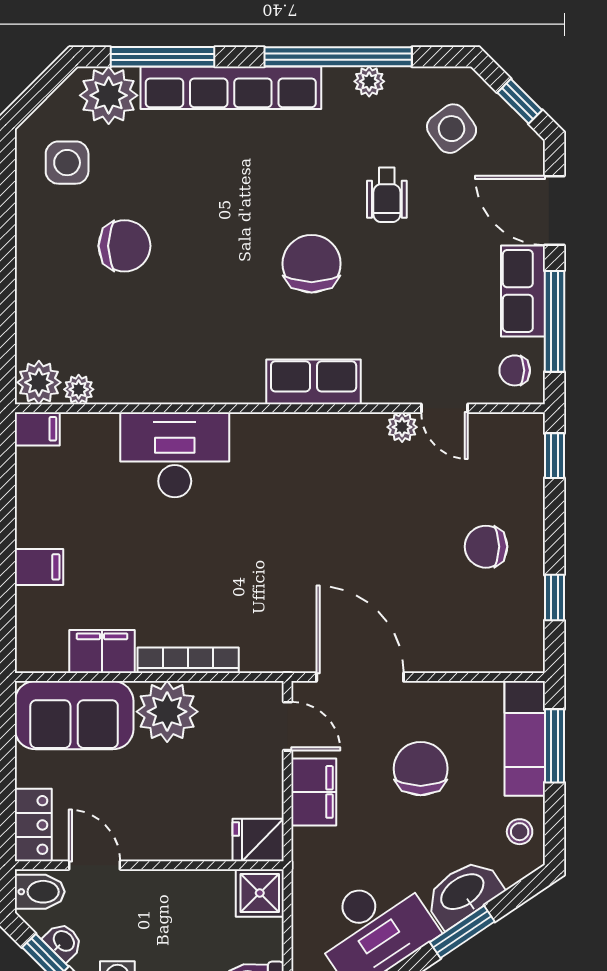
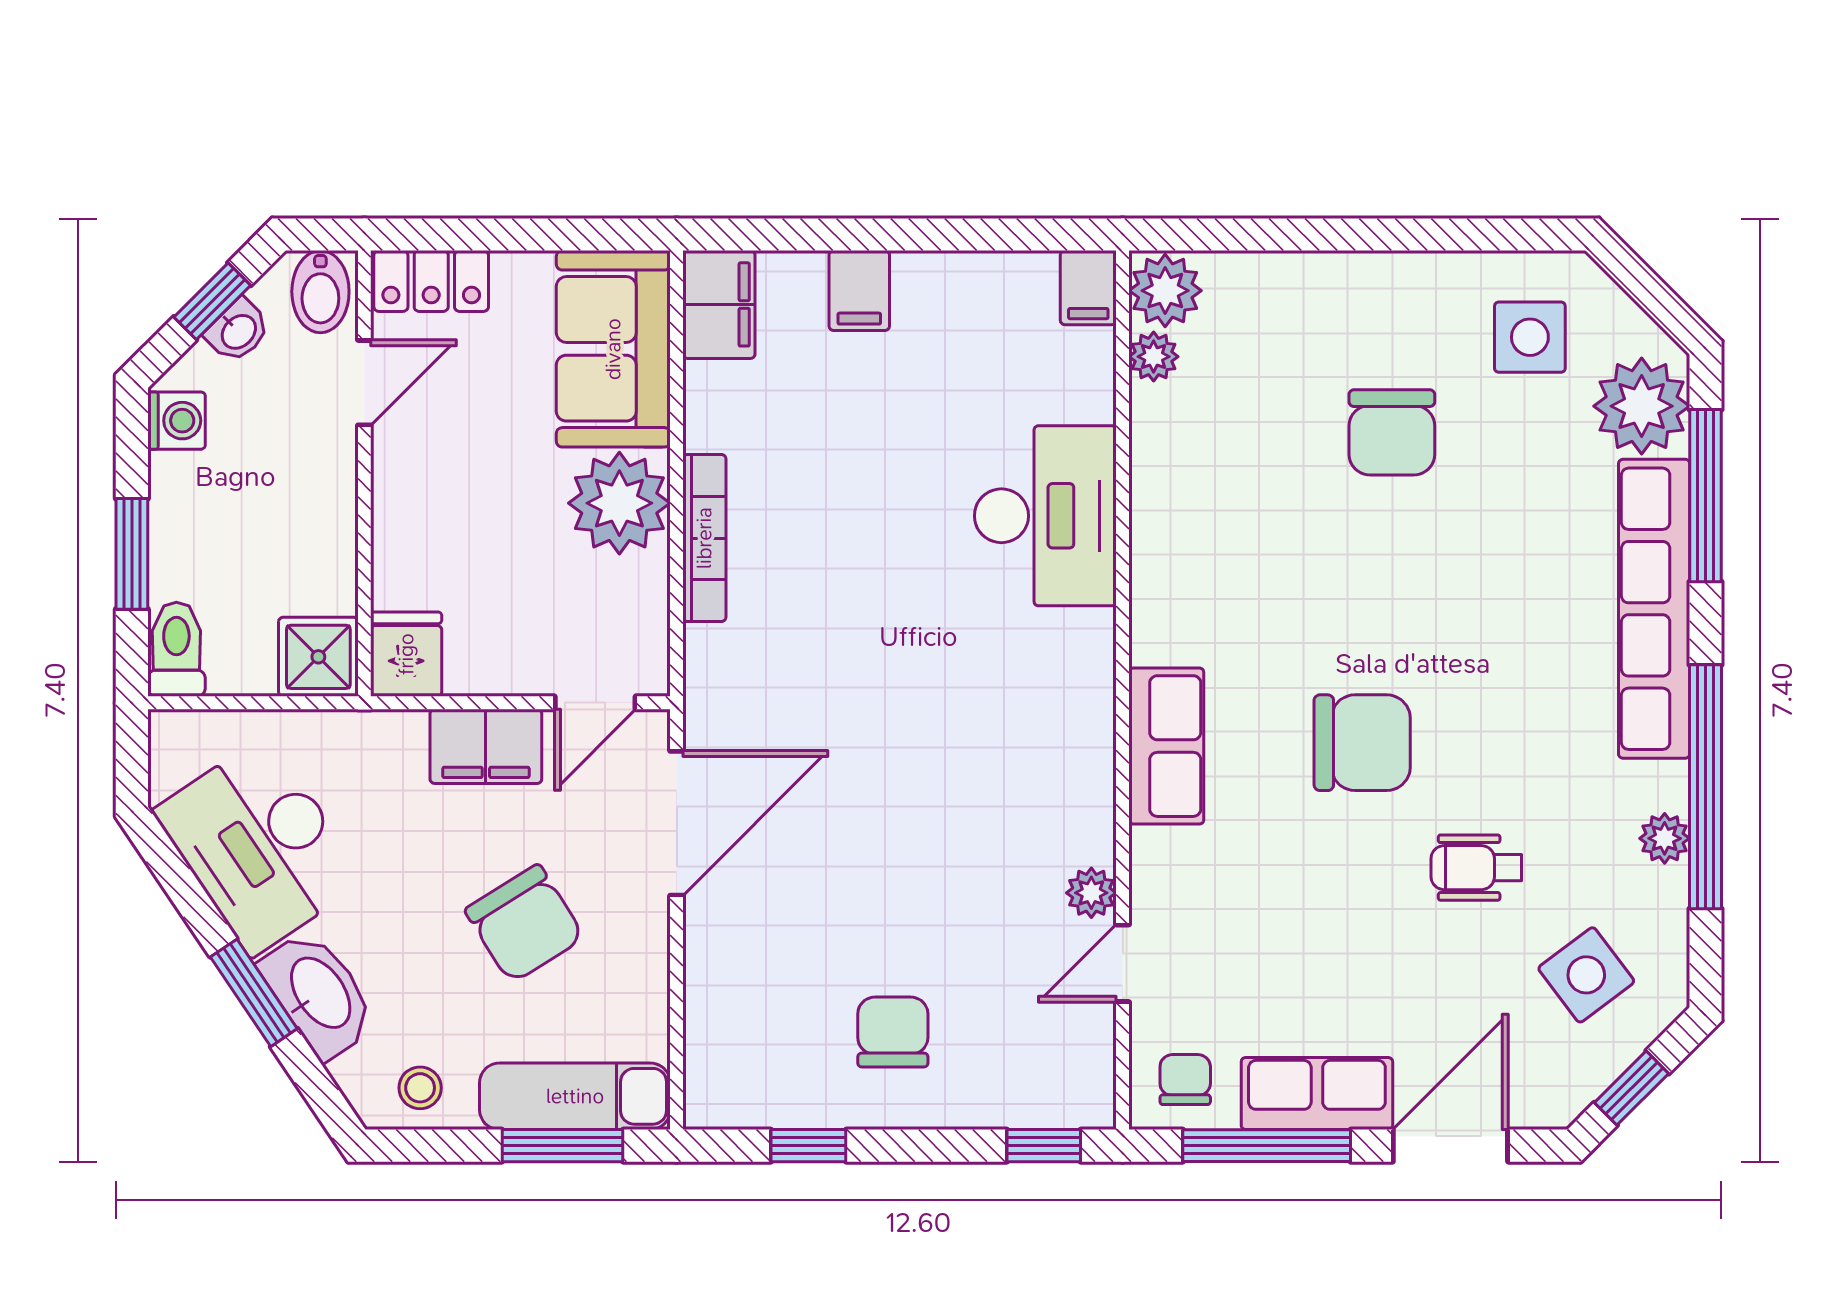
filing cabinet: (102, 651) -> (719, 304), moved
chair: (421, 769) -> (525, 924), turned 58

